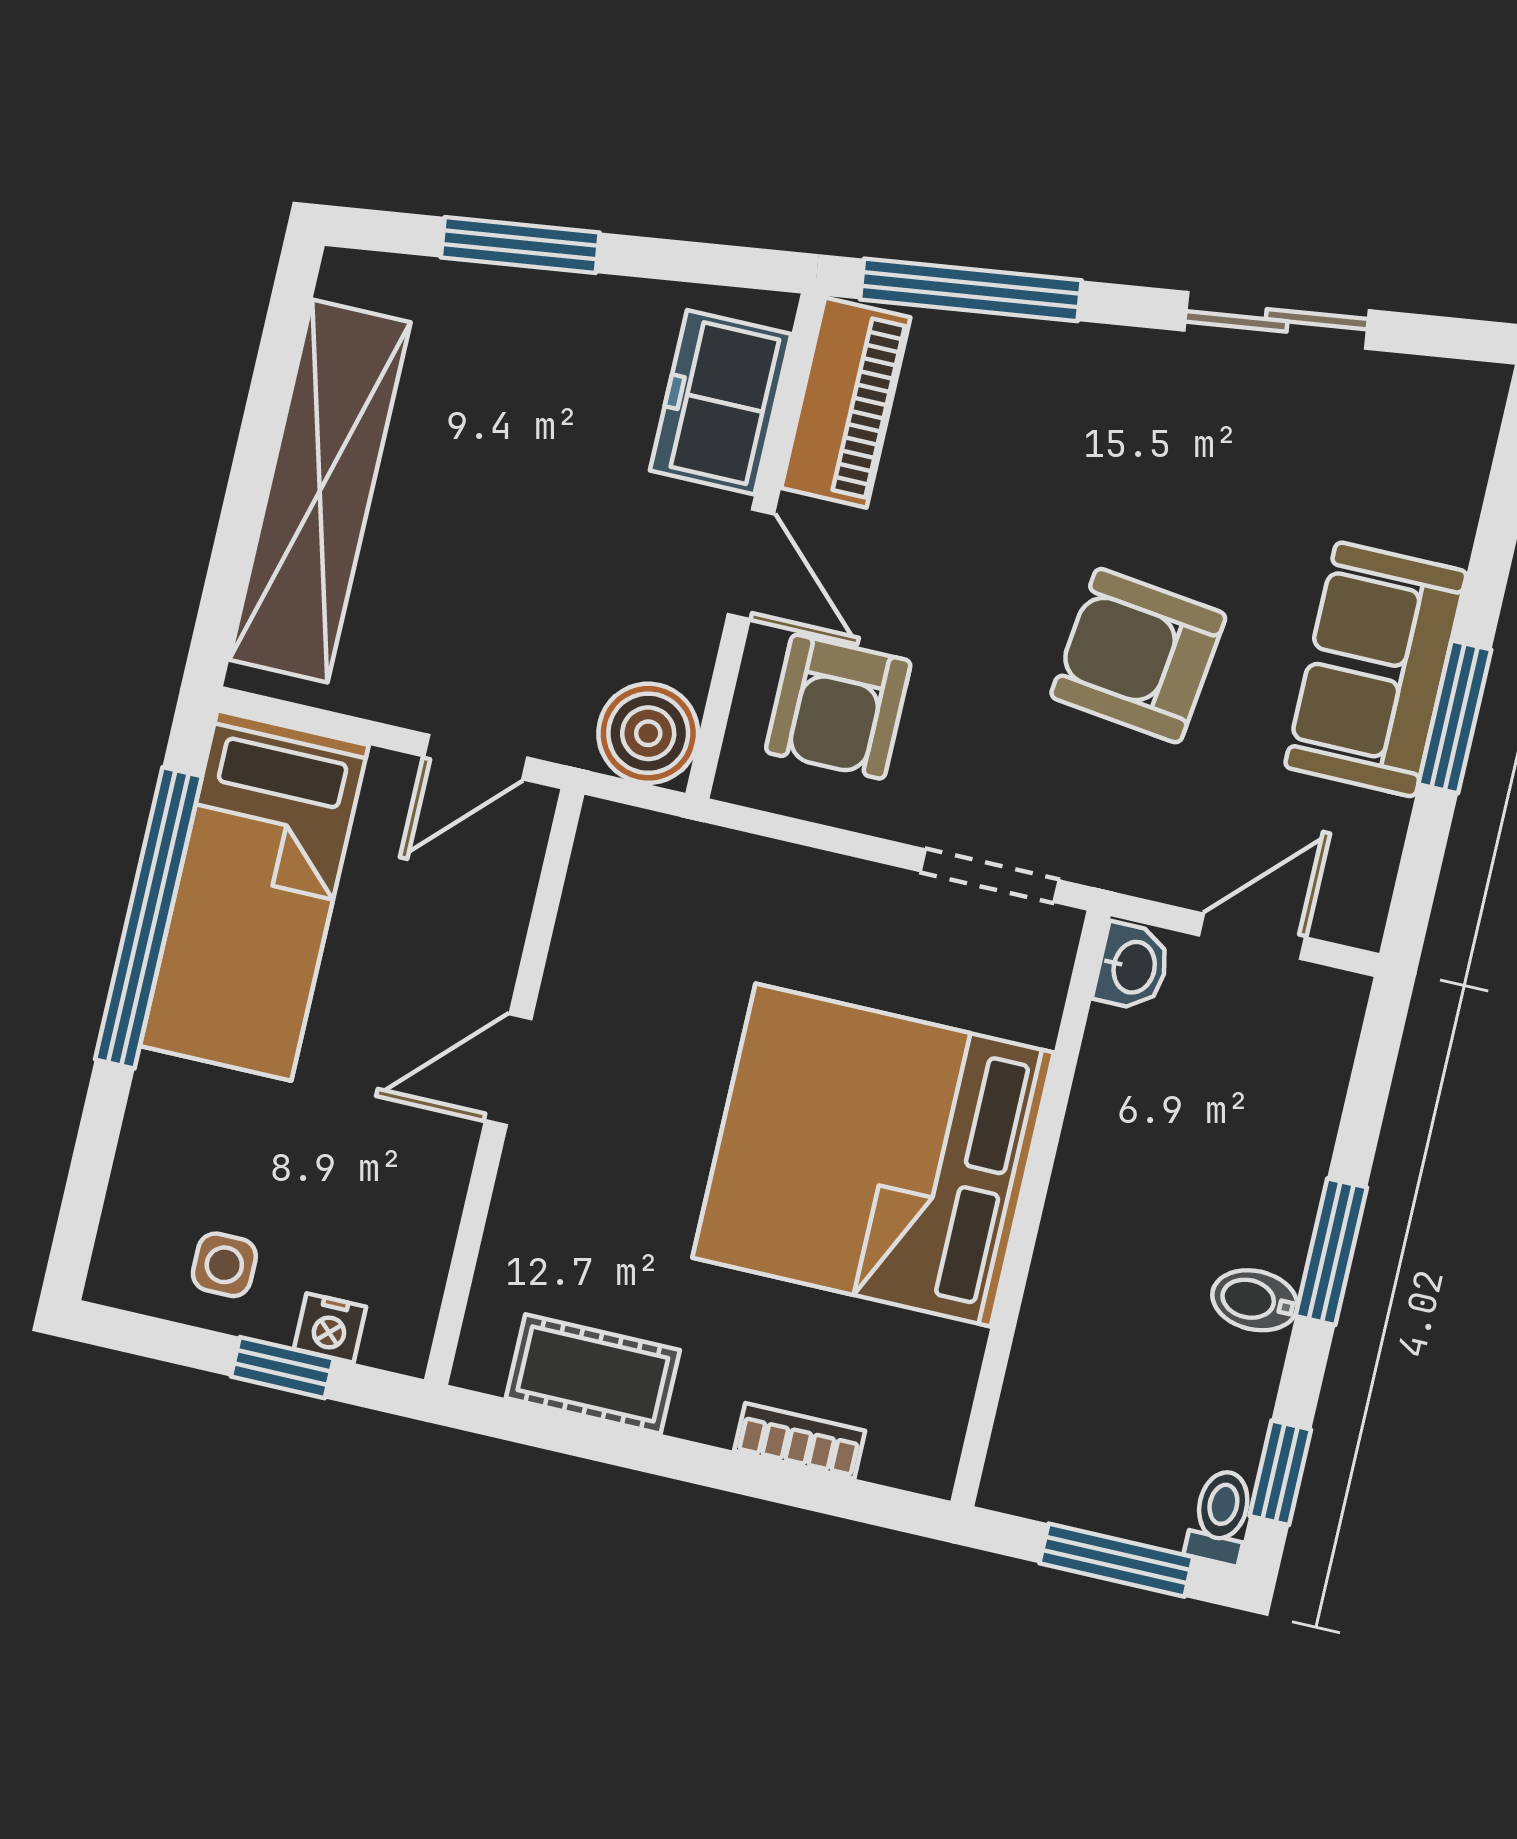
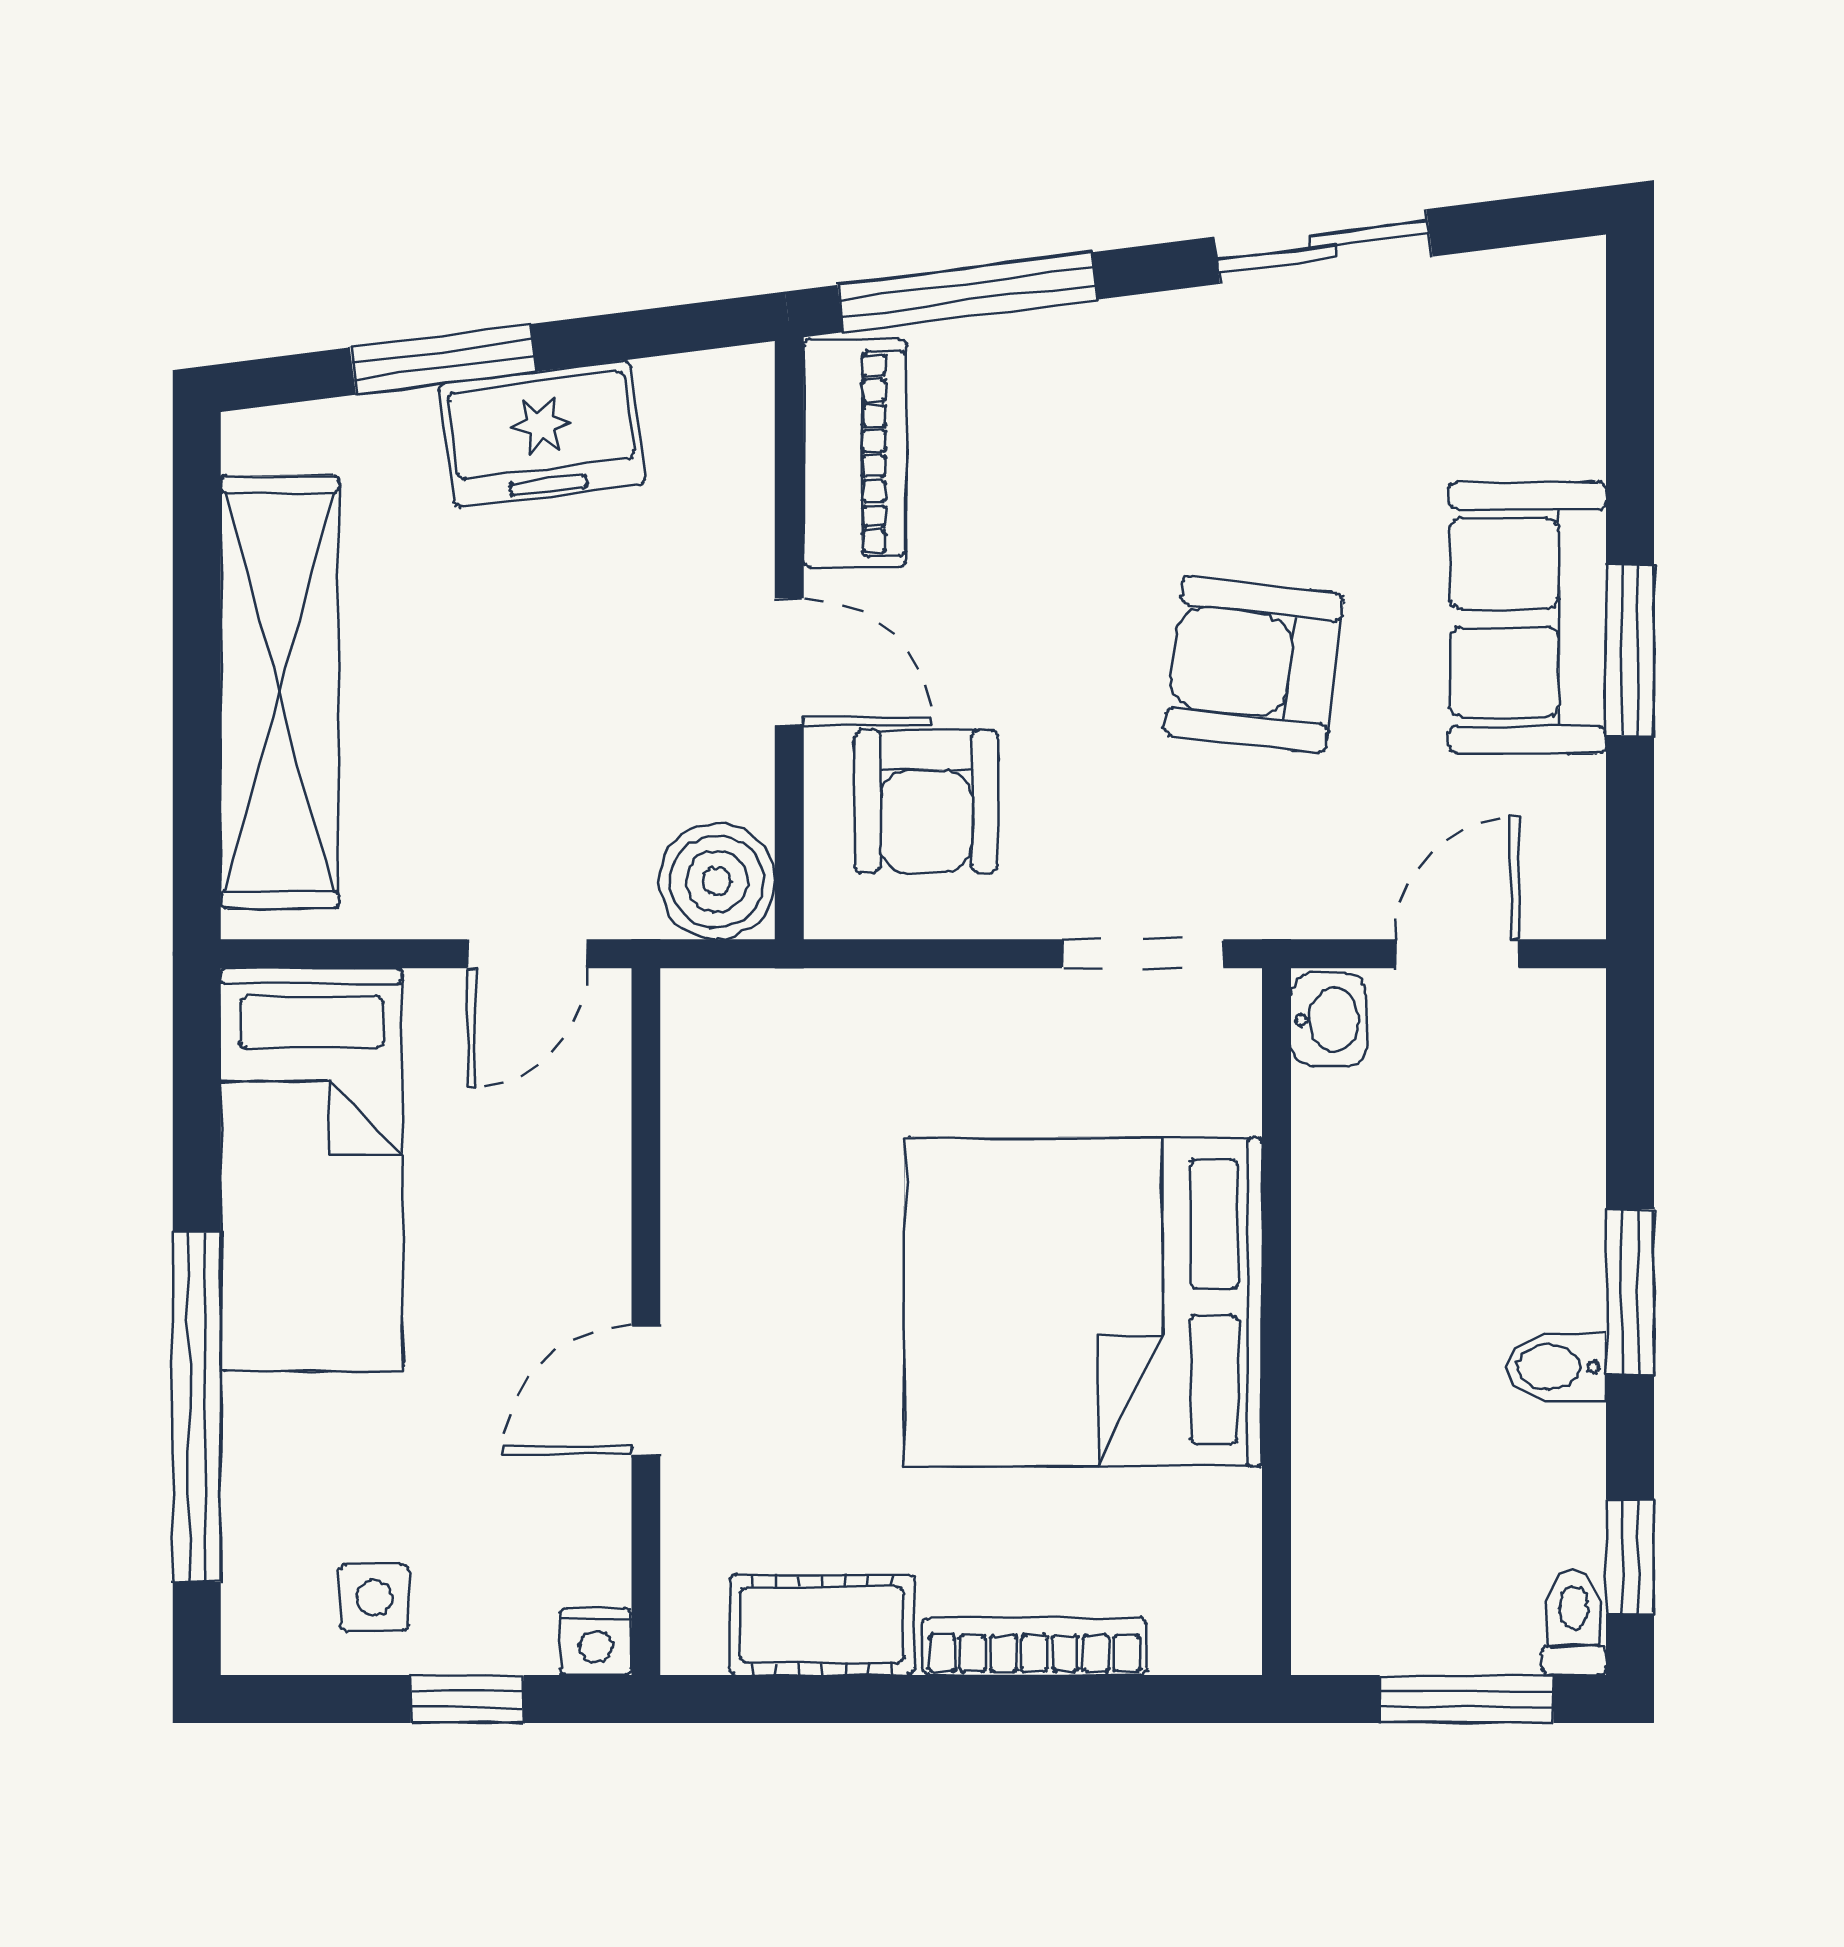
freezer: (721, 402) -> (542, 434), moved, turned -97
window: (149, 918) -> (197, 1407), moved
door: (508, 1070) -> (646, 1390), moved
nightstand: (330, 1328) -> (596, 1641), moved
bookcase: (800, 1441) -> (1034, 1646), width x1.56

